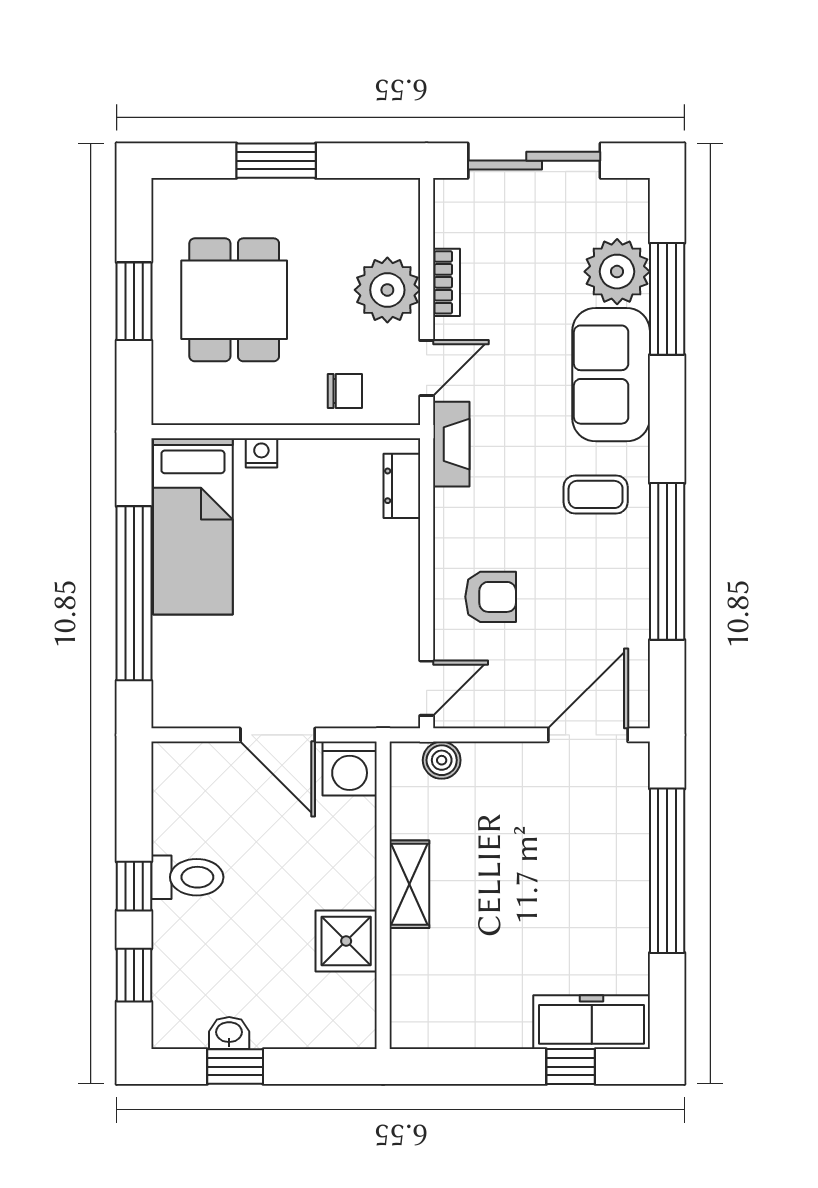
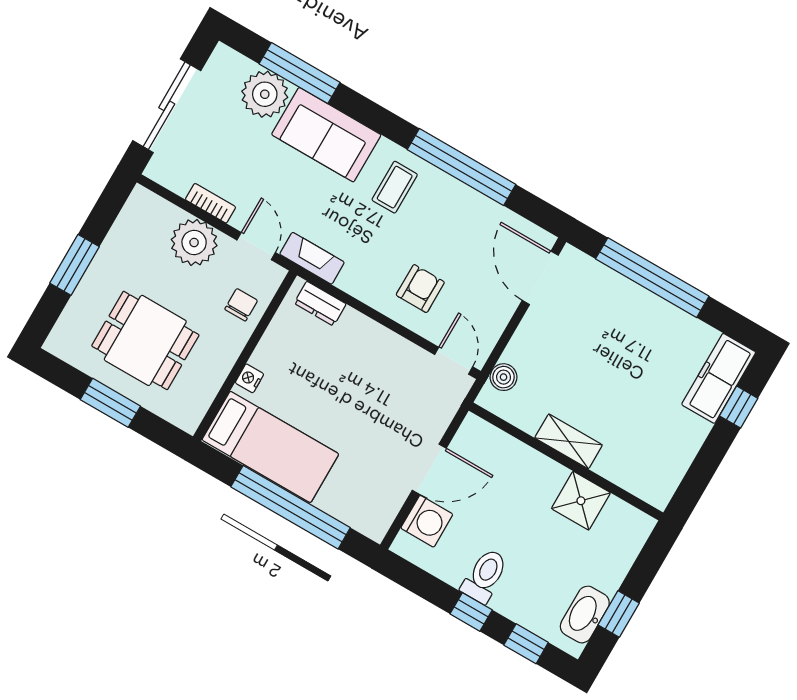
washing machine: (350, 769) -> (427, 521), moved
washbasin: (229, 1033) -> (585, 615), width x1.91, depth x1.45

